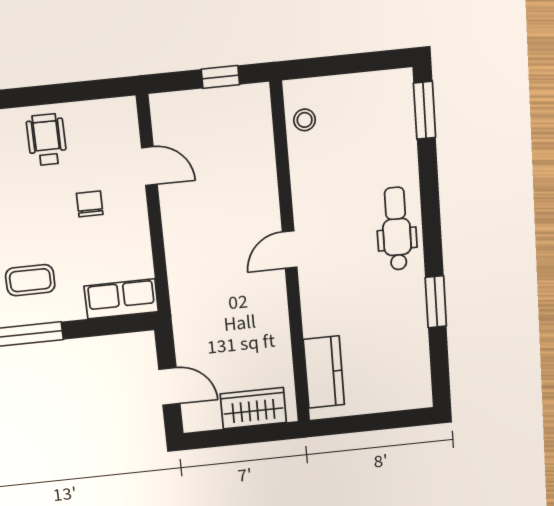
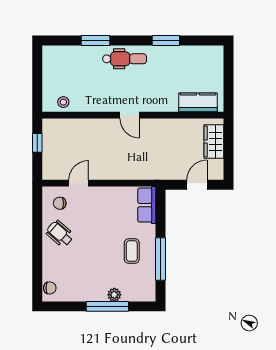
window: (425, 110) -> (95, 41), moved
wheelchair: (47, 140) -> (60, 234), turned 41
chair: (90, 204) -> (60, 203), moved
dental chair: (397, 229) -> (125, 59), turned 180

